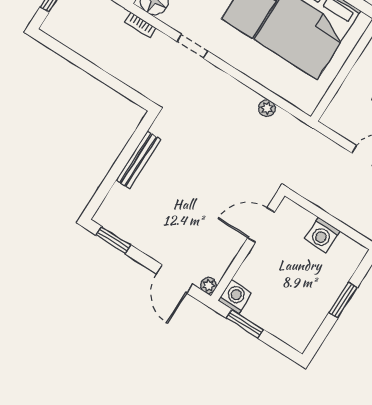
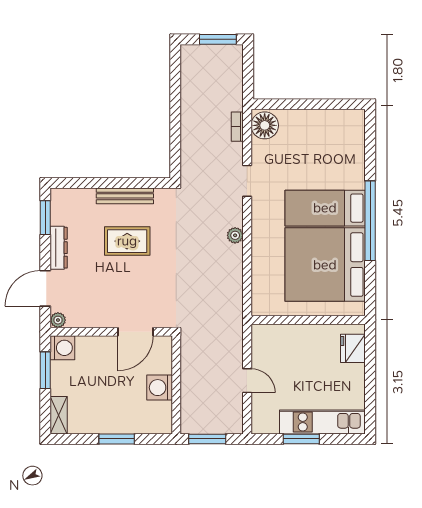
plant: (267, 108) -> (235, 235), moved
rug: (179, 182) -> (127, 241), added
door: (261, 225) -> (135, 332), swing flipped
dresser: (147, 245) -> (59, 248), added
shelving: (291, 337) -> (59, 415), added

